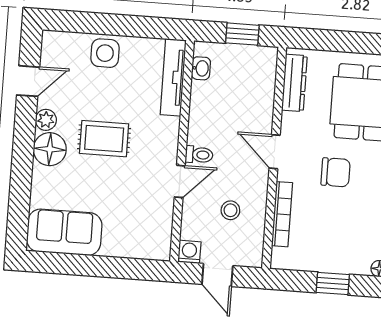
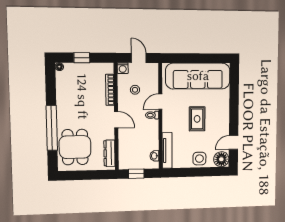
plant: (46, 120) -> (224, 125), removed
rug: (104, 139) -> (197, 119), turned 90
floor lamp: (50, 149) -> (221, 159), moved
chair: (336, 172) -> (86, 112), removed
sofa: (64, 232) -> (198, 76), width x1.85, depth x1.27
washing machine: (189, 252) -> (123, 68), moved

